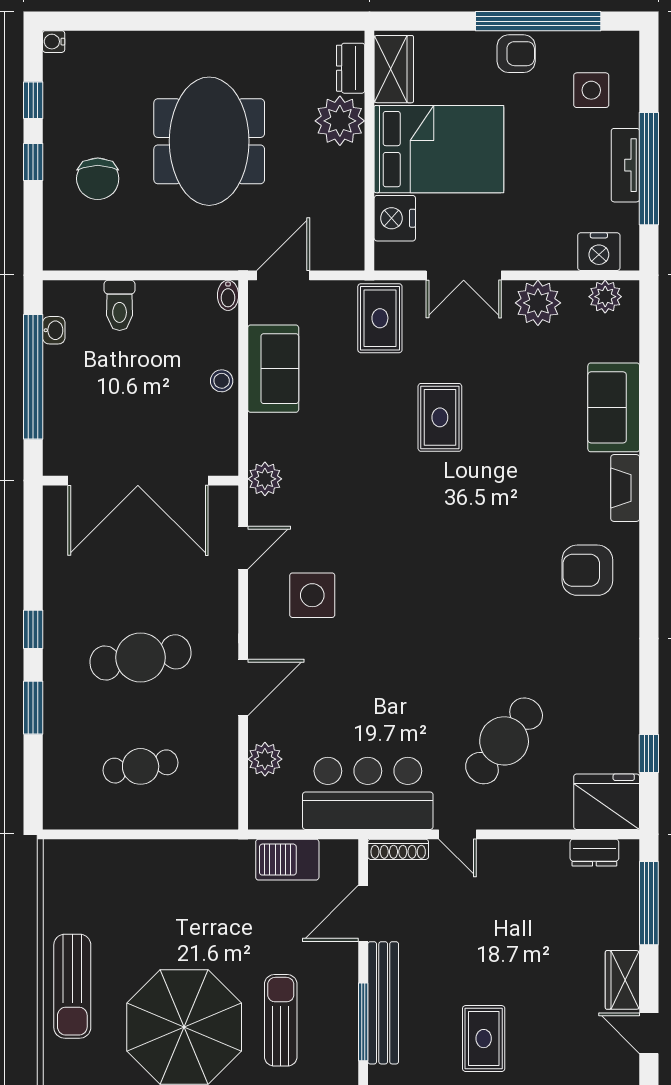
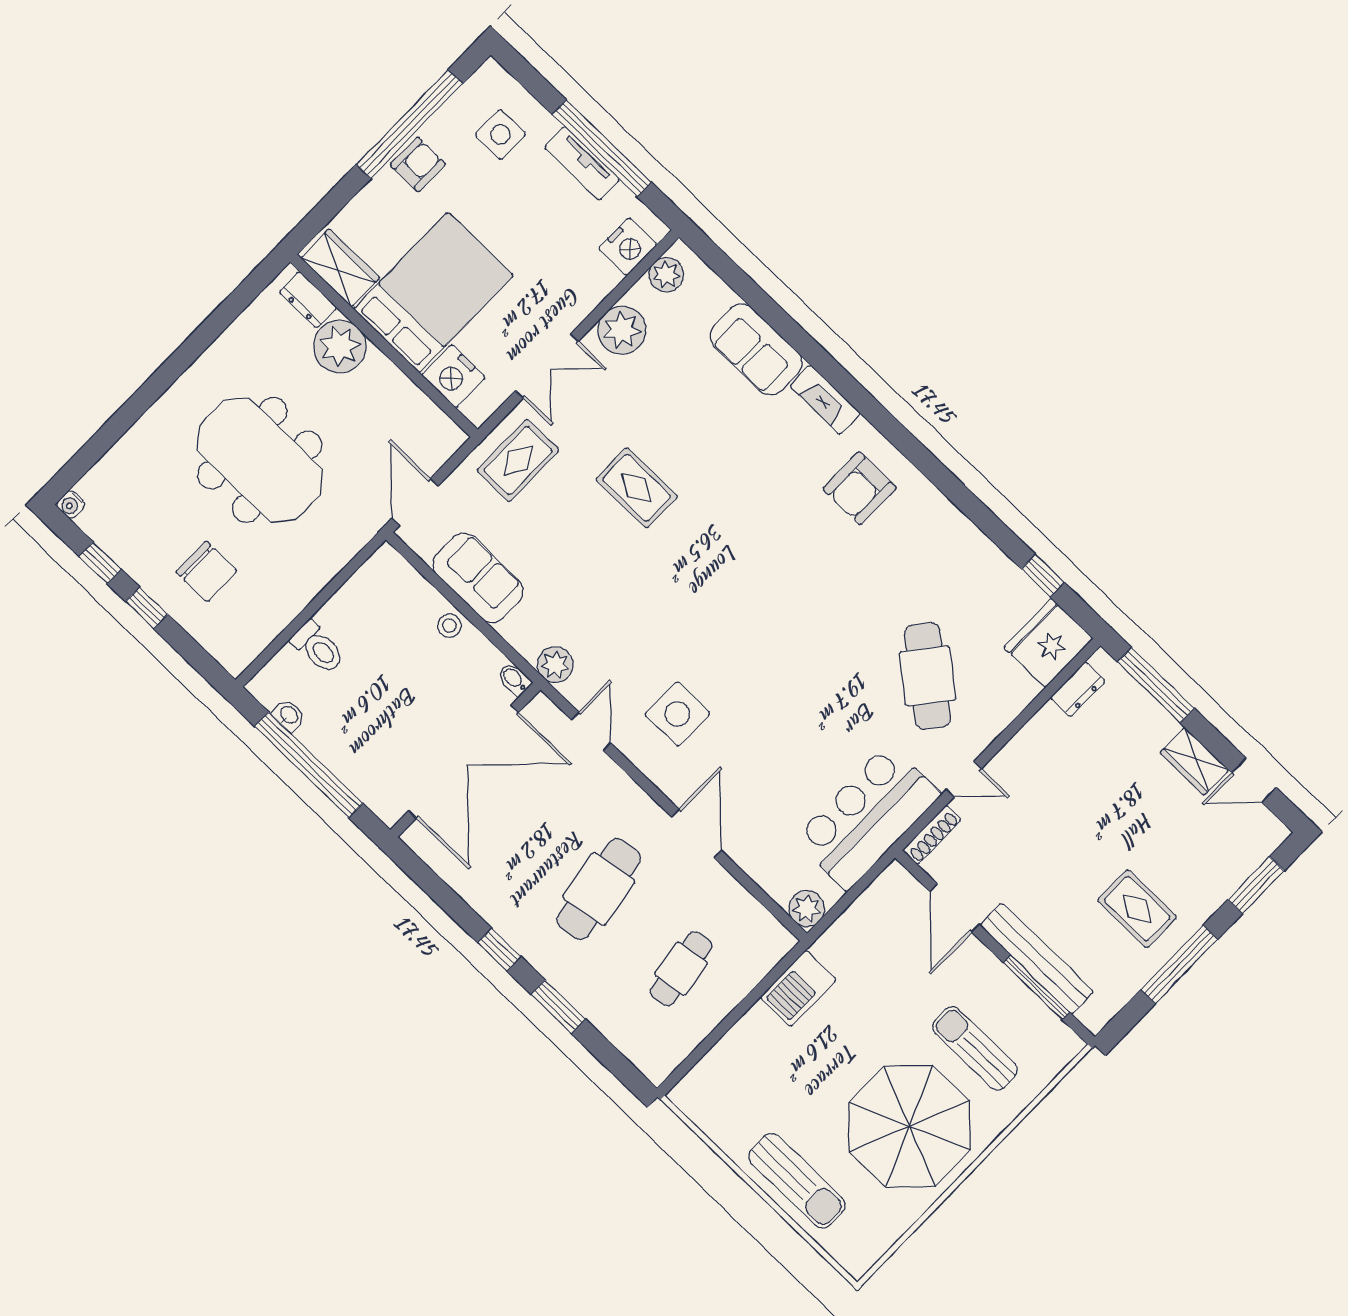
bidet: (228, 295) -> (514, 679), moved, turned 180
rug: (380, 318) -> (518, 461), turned 90
plant: (265, 759) -> (807, 908), moved
barbecue: (287, 860) -> (798, 988), moved

